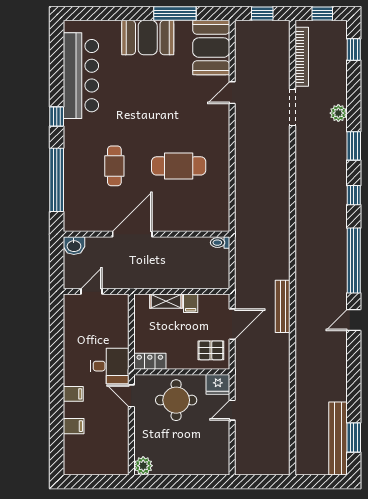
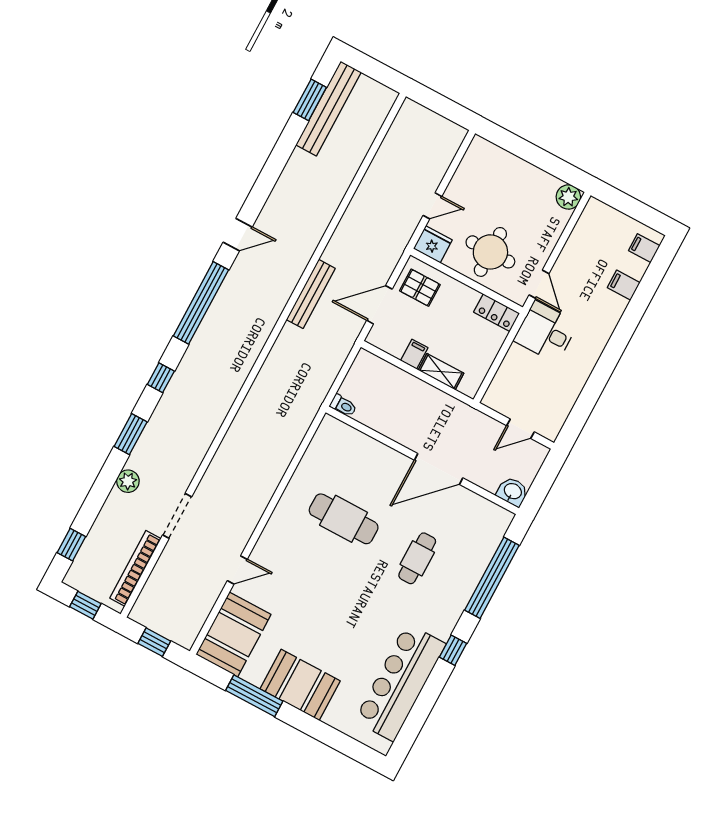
filing cabinet: (73, 394) -> (644, 248), moved

